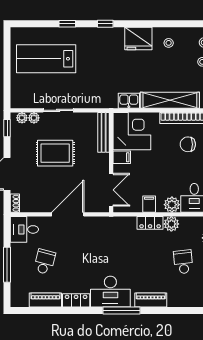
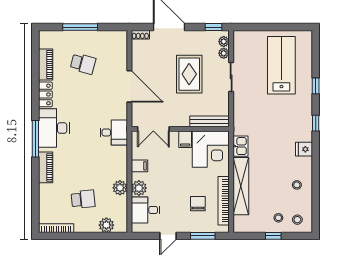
fridge: (138, 38) -> (304, 149), width x0.53, depth x0.75
locker: (150, 223) -> (121, 167), removed
desk: (24, 229) -> (114, 132), moved, turned 90

